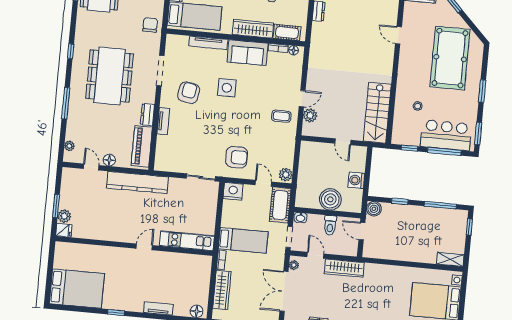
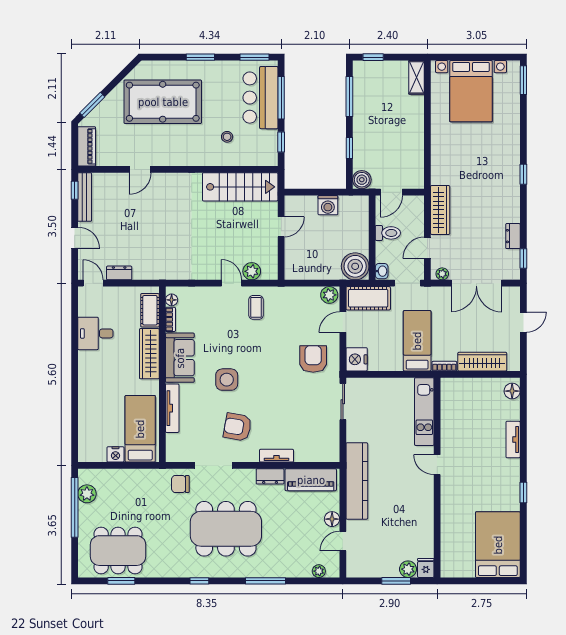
chair: (150, 25) -> (180, 484), moved
boiler: (330, 199) -> (355, 266), moved

